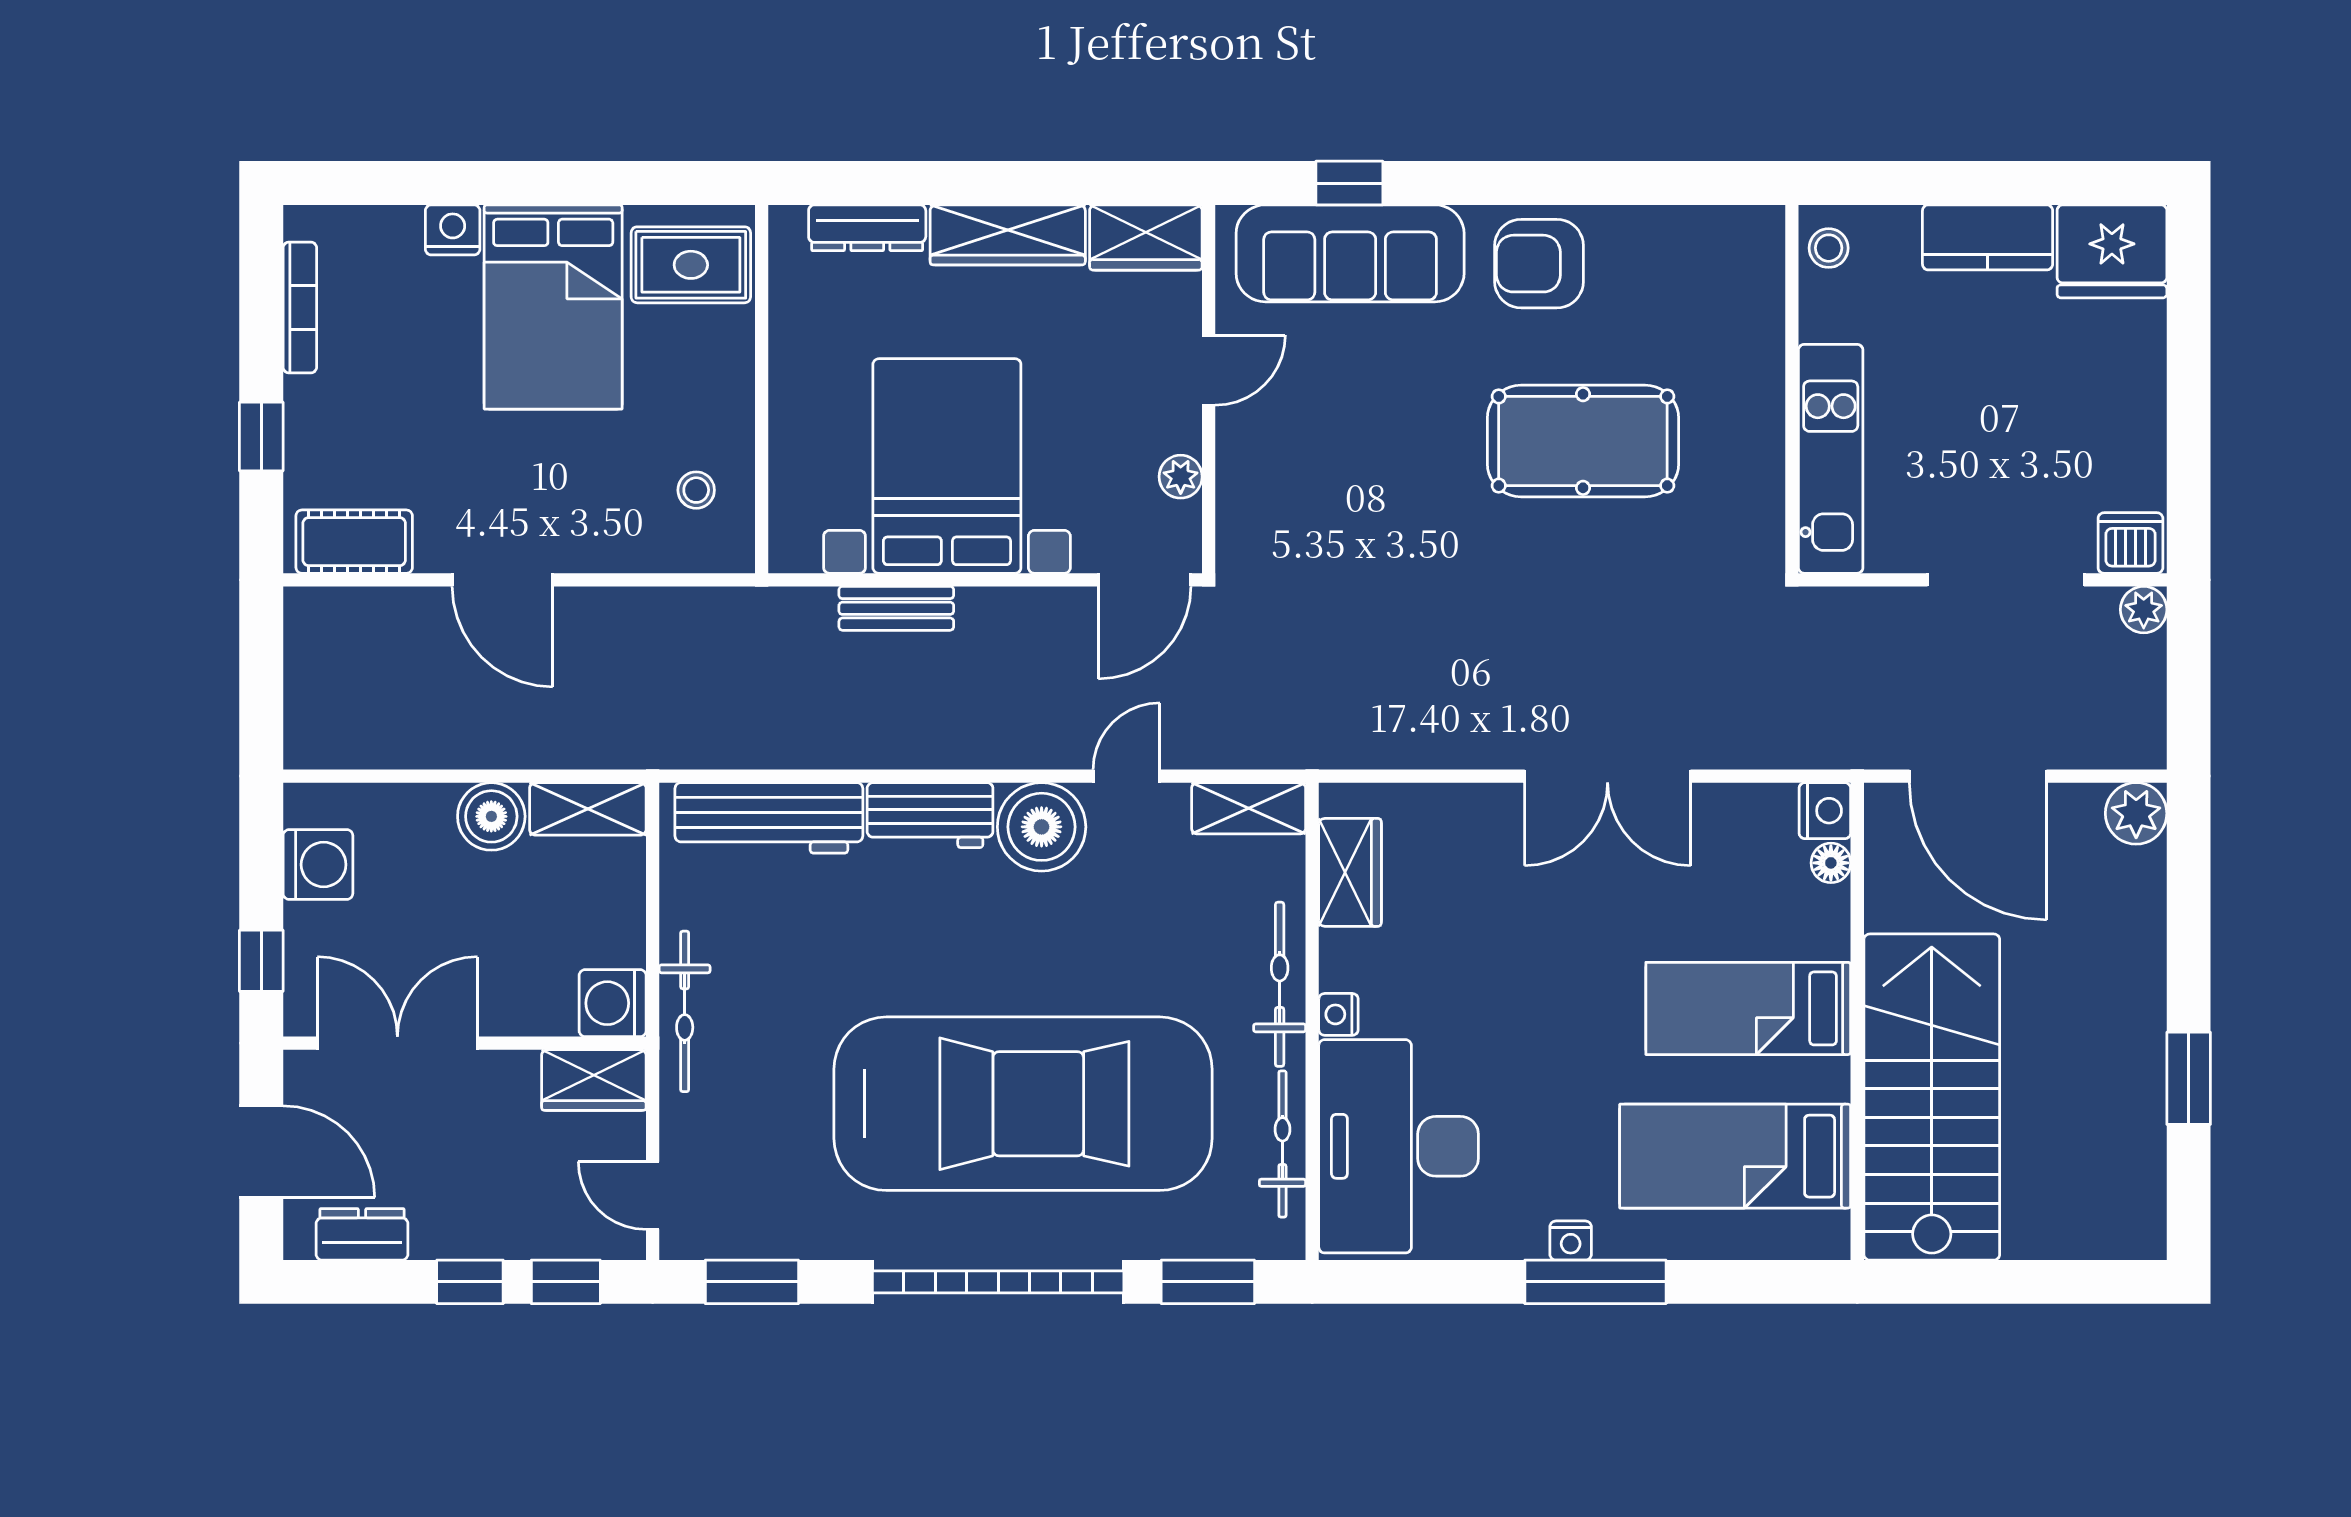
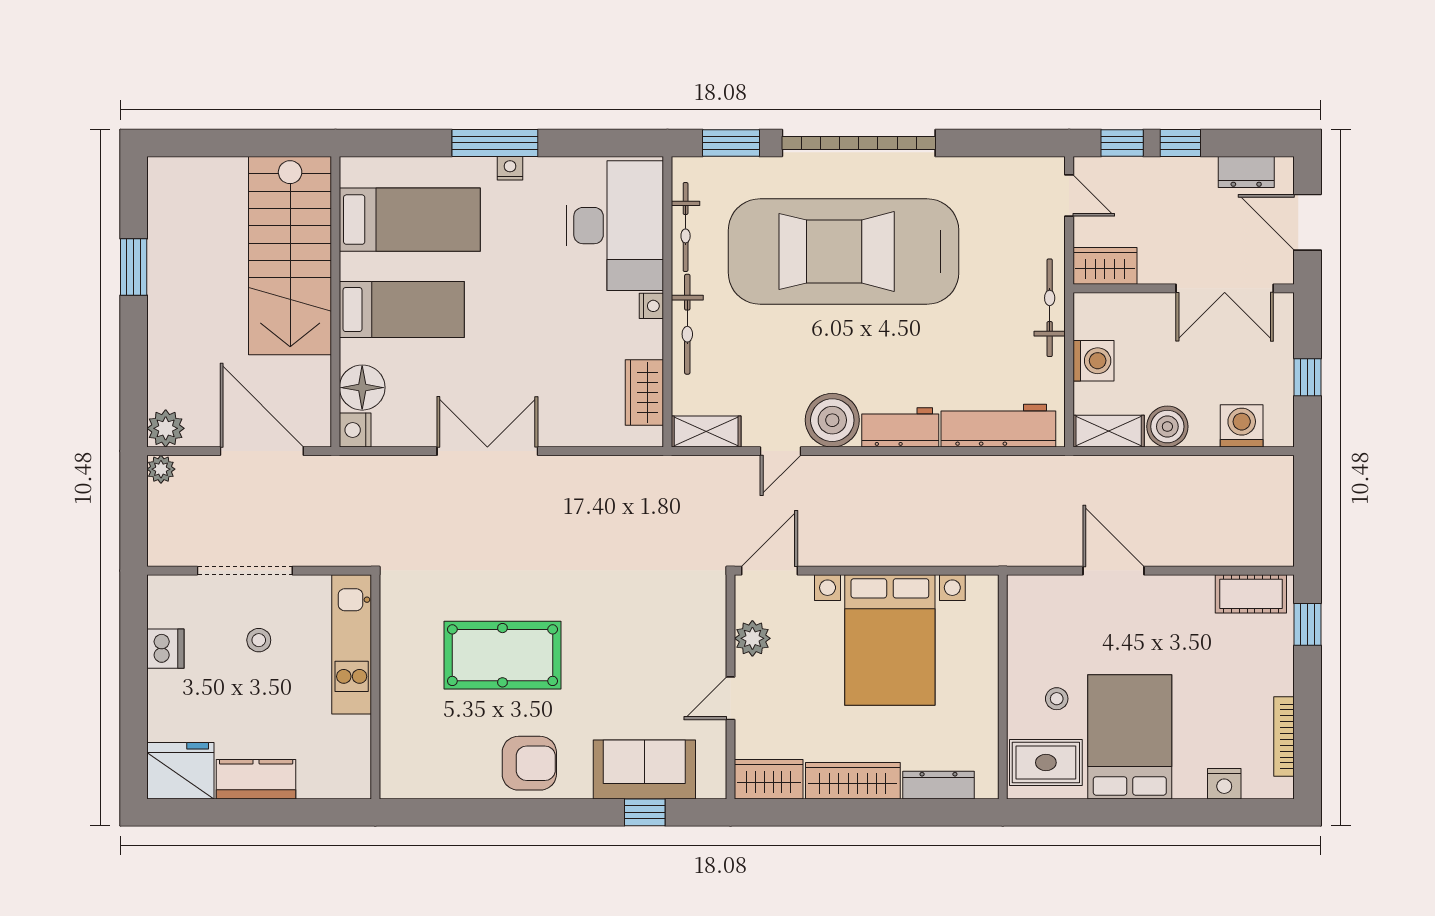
nightstand: (453, 230) -> (1224, 784), moved
stool: (1829, 248) -> (259, 640), moved
sofa: (1350, 253) -> (644, 769), width x0.73
window: (261, 437) -> (1308, 624), moved
plant: (1181, 477) -> (752, 638), width x1.38, depth x1.38
stool: (696, 490) -> (1057, 699), moved
dishwasher: (2130, 543) -> (165, 649), moved, turned -90
door: (502, 580) -> (1114, 571), moved
bench: (896, 608) -> (921, 553), removed
plant: (2144, 610) -> (161, 469), moved
floor lamp: (1831, 863) -> (362, 388), width x1.89, depth x1.89
washing machine: (318, 865) -> (1242, 426), moved, turned 90
window: (261, 961) -> (1308, 377), moved
washing machine: (613, 1003) -> (1094, 361), moved
window: (752, 1282) -> (1009, 143), removed

